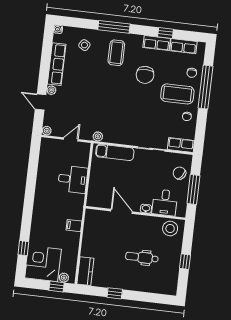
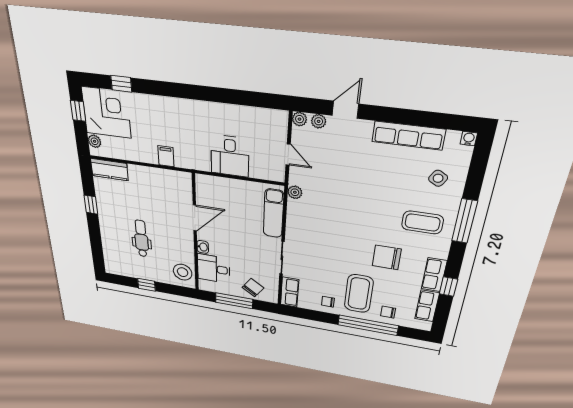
plant: (51, 90) -> (319, 121), moved
window: (57, 287) -> (78, 111), moved

